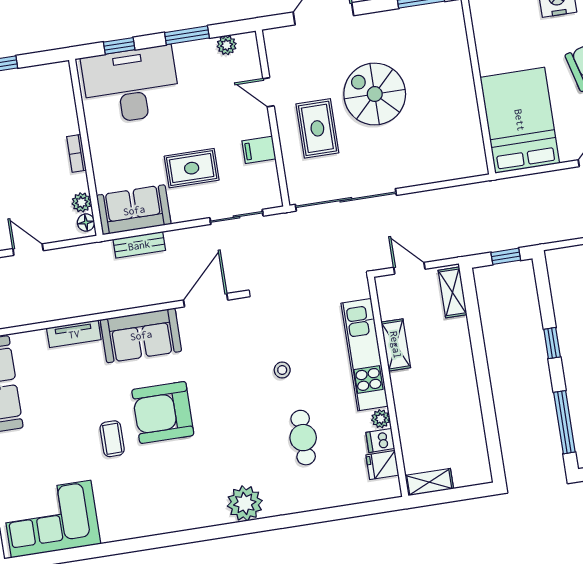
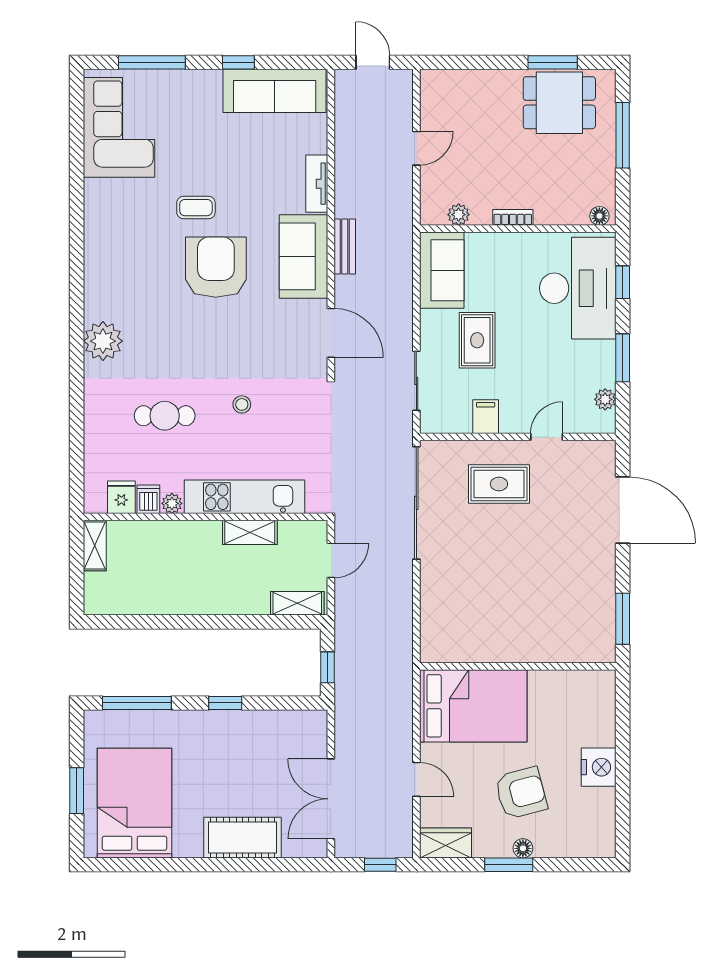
spiral stairs: (375, 94) -> (527, 552), removed
floor lamp: (86, 223) -> (599, 216), moved
bench: (139, 245) -> (345, 247), moved

